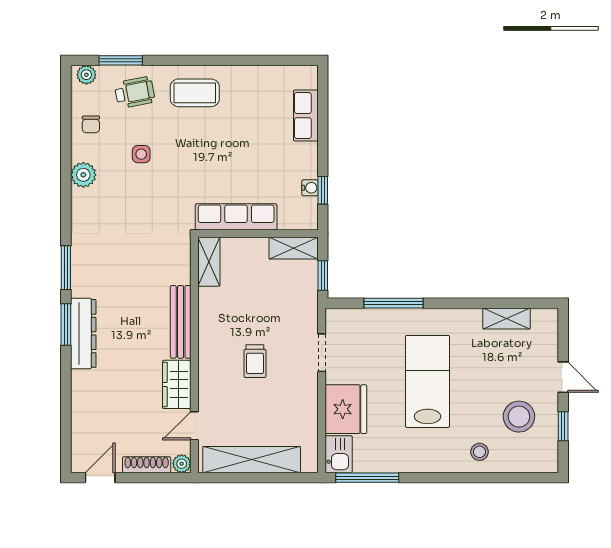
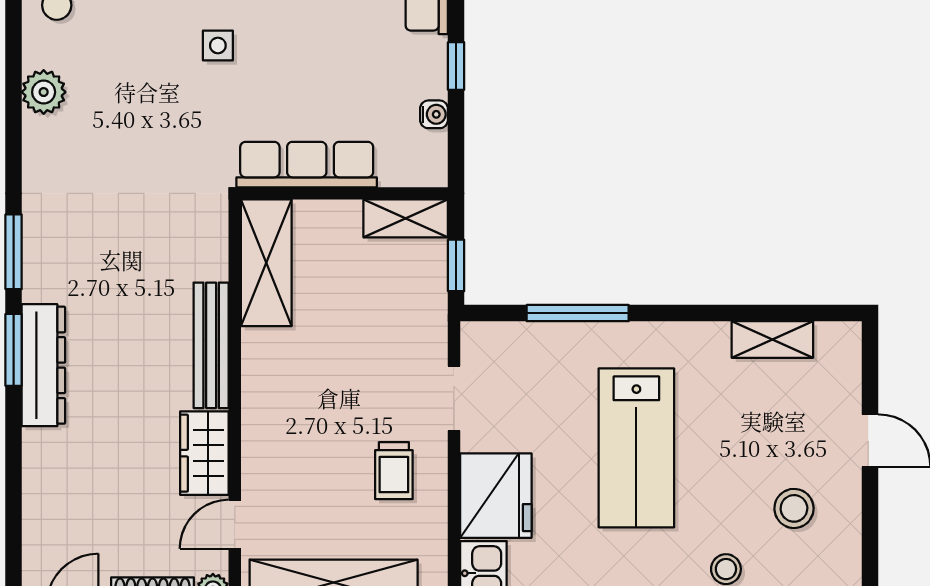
side table: (141, 154) -> (218, 45), moved
window: (323, 190) -> (456, 66), moved
shelving: (209, 262) -> (266, 263), width x1.50, depth x1.33
trolley: (255, 361) -> (394, 471), moved
lab bench: (428, 381) -> (636, 448), turned 180
stool: (519, 417) -> (794, 508), width x0.73, depth x0.73
window: (563, 426) -> (870, 525), removed

